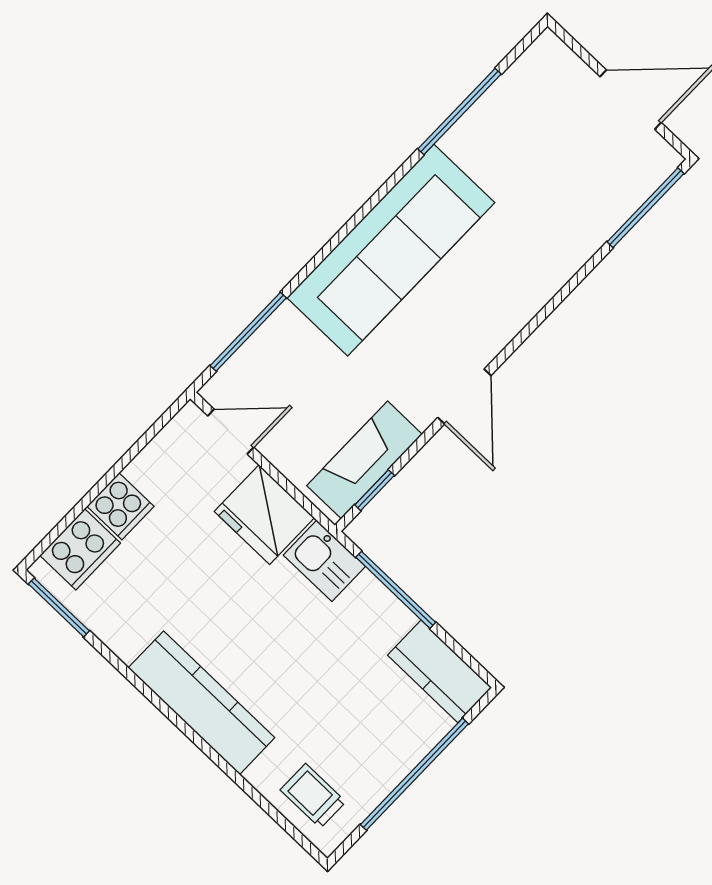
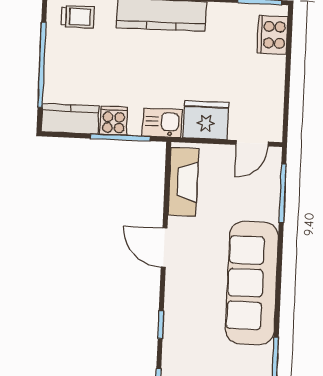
window: (375, 490) -> (161, 325), moved
cooker: (120, 506) -> (114, 121), moved, turned 90

